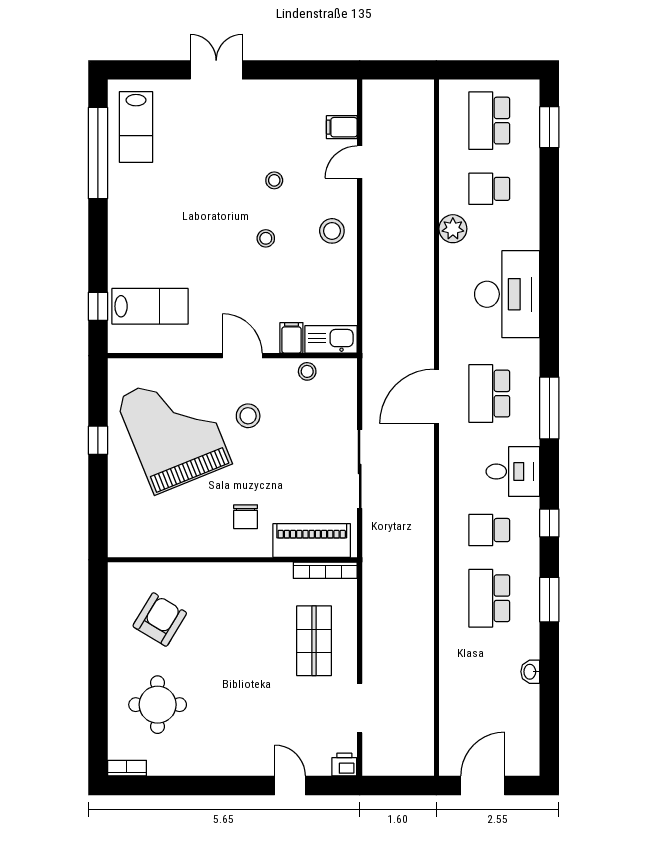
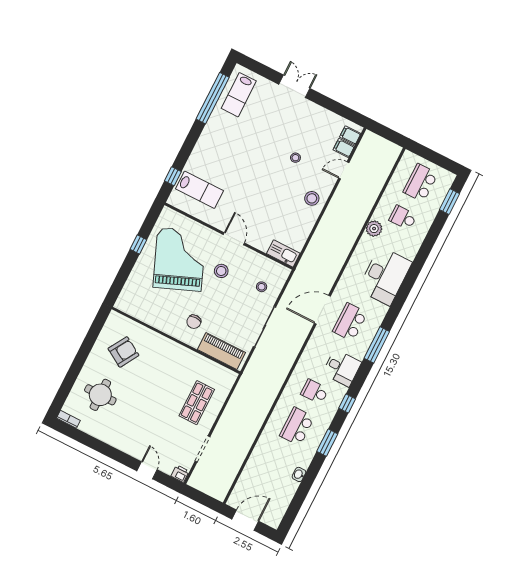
stool: (266, 238) -> (276, 185), removed
filing cabinet: (291, 338) -> (350, 135), moved, turned -90
stool: (307, 371) -> (262, 287), moved
bookcase: (325, 570) -> (221, 370), removed

